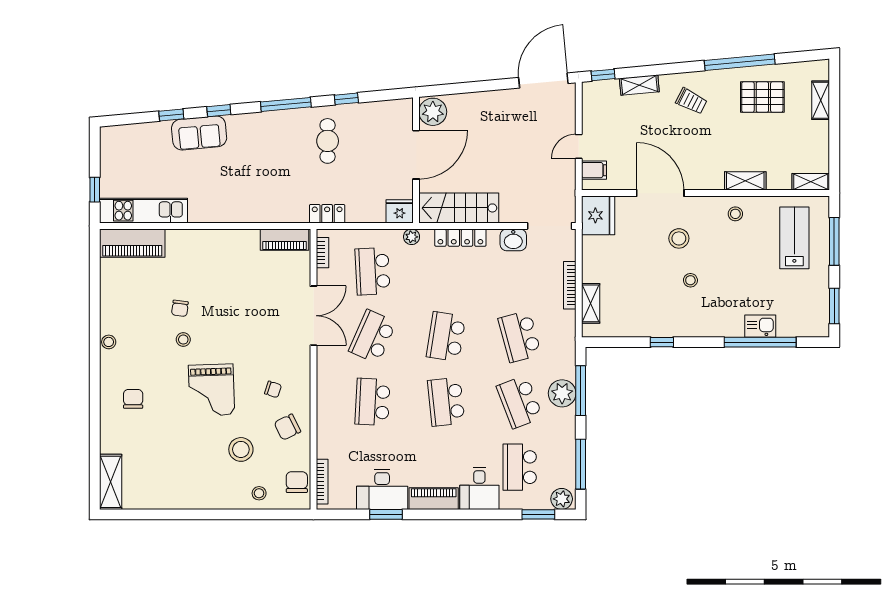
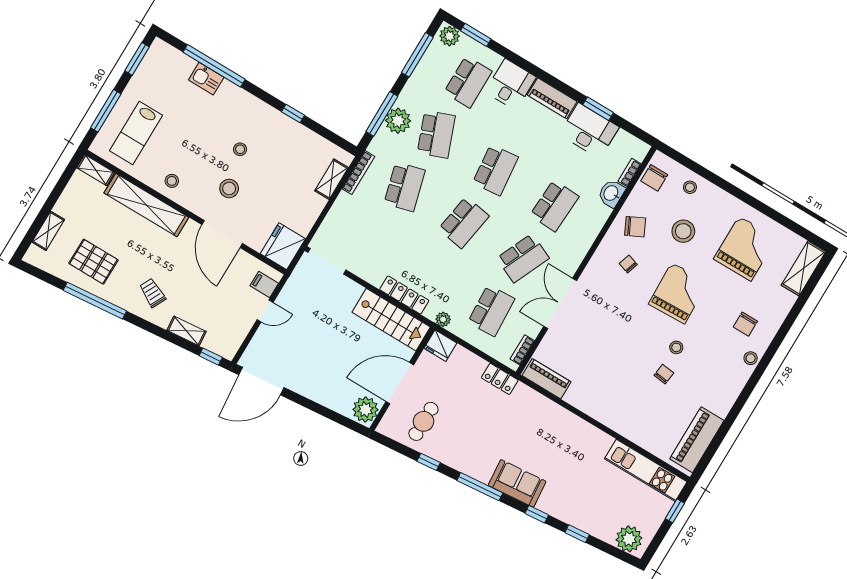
sofa: (199, 133) -> (517, 483), moved
plant: (121, 139) -> (629, 539), added
cafe table: (328, 141) -> (423, 421), moved
shelving: (745, 181) -> (146, 205), width x2.20, depth x1.33
washbasin: (513, 240) -> (611, 193), moved, turned -90
piano: (132, 243) -> (697, 440), moved, turned -90
bookcase: (570, 285) -> (358, 173), moved
stool: (109, 342) -> (751, 358), moved
grand piano: (175, 468) -> (745, 249), added
bookcase: (322, 482) -> (630, 173), width x0.64

